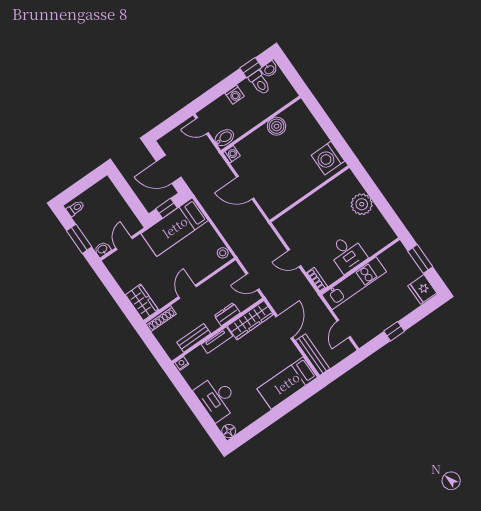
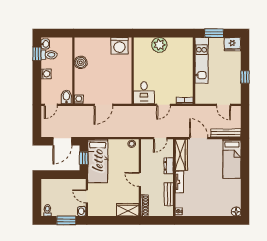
desk: (347, 253) -> (144, 93), moved, turned 90
kitchen unit: (354, 283) -> (202, 60), moved
desk: (217, 398) -> (212, 205), removed

